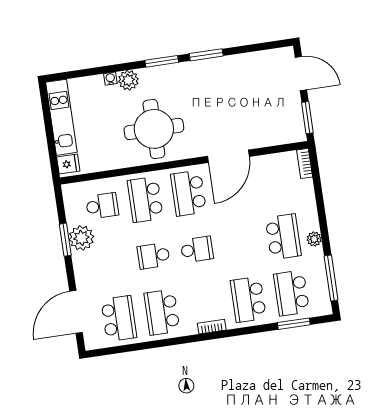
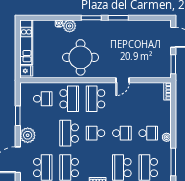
door: (228, 156) -> (123, 80), width x0.53
school desk: (145, 199) -> (69, 99), turned 180
school desk: (283, 237) -> (148, 133), width x0.54
plant: (81, 238) -> (28, 135), moved
school desk: (240, 243) -> (122, 133), added
school desk: (197, 249) -> (95, 133), turned 180
school desk: (154, 256) -> (69, 133), width x1.85

